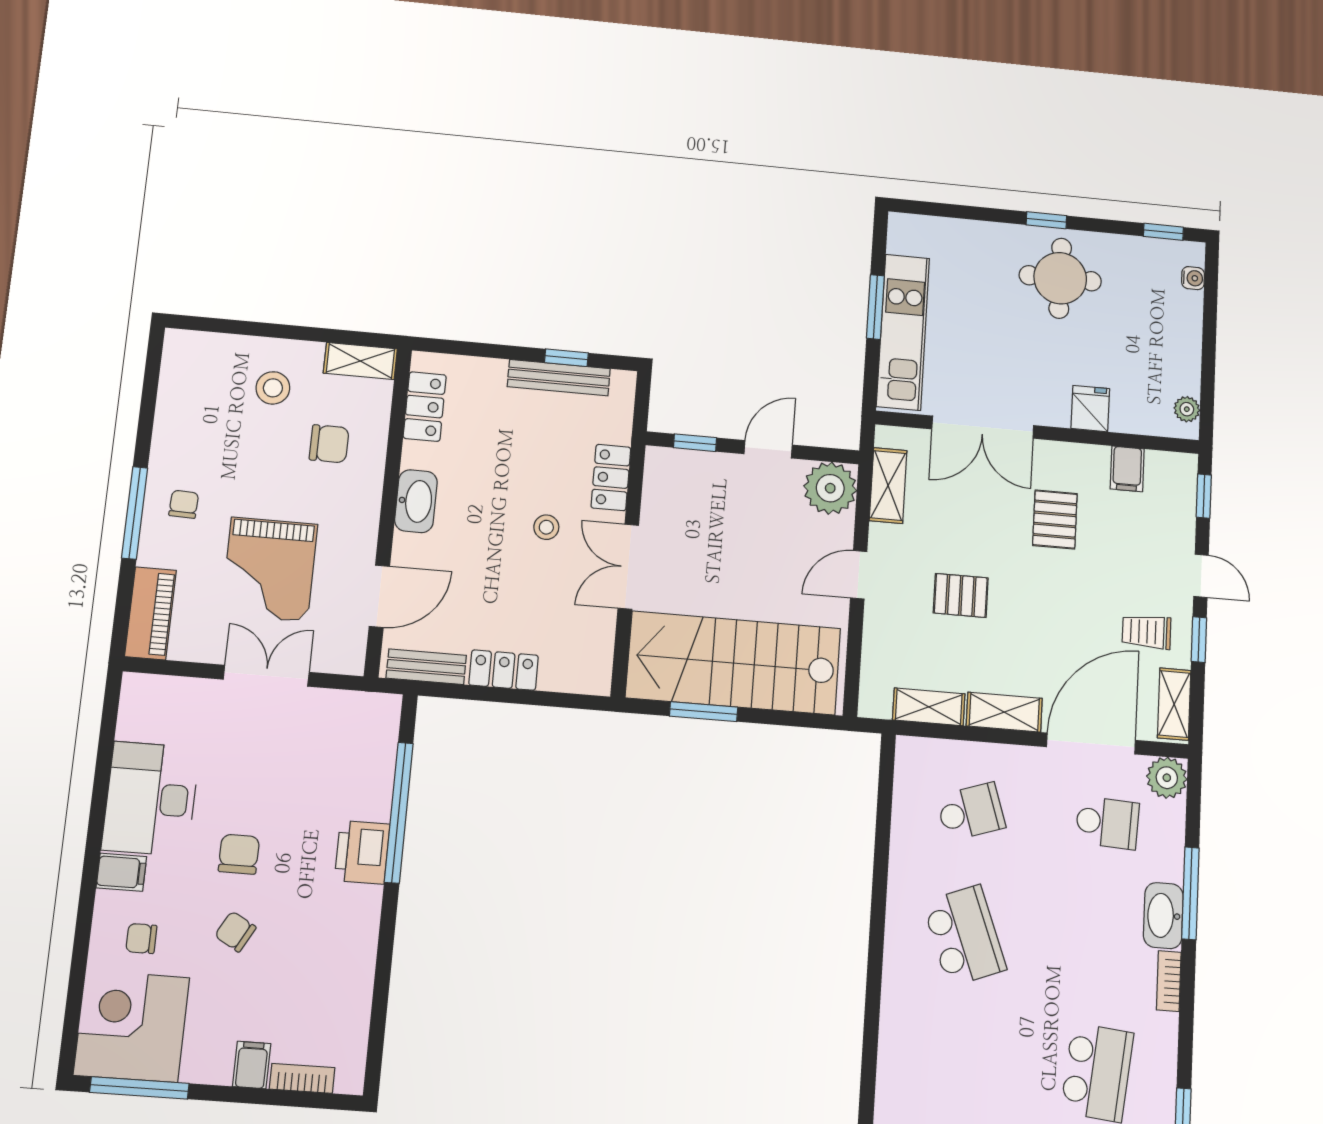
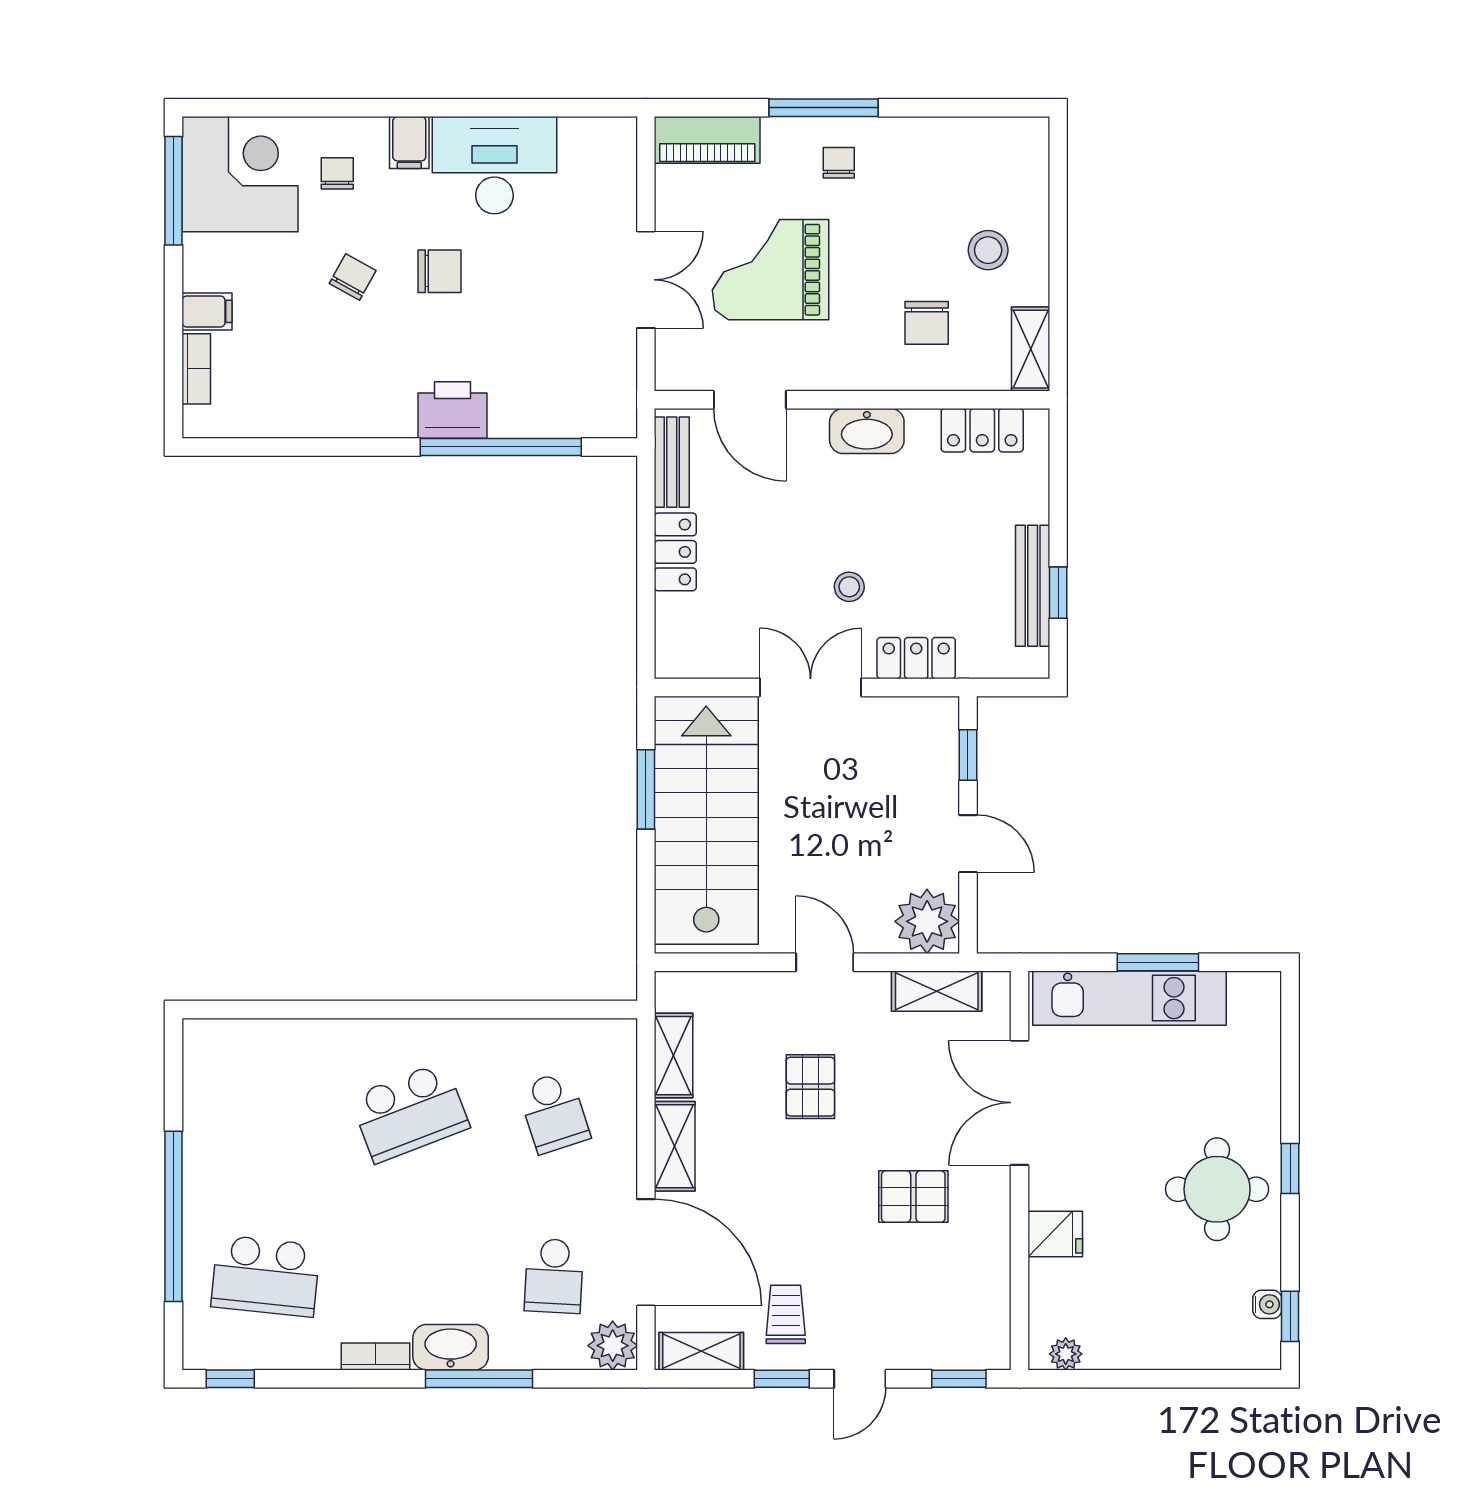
water cooler: (1193, 278) -> (1267, 1304), moved, turned -90
filing cabinet: (1127, 469) -> (984, 1283), removed
chair: (184, 504) -> (839, 163), turned -92

